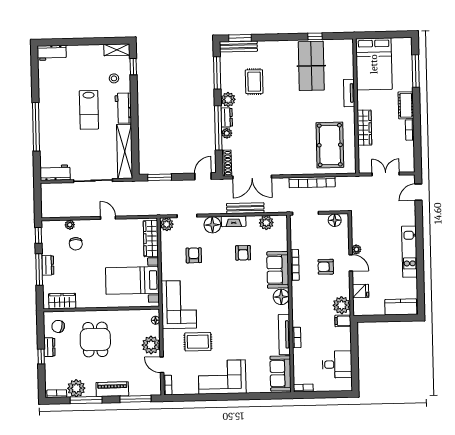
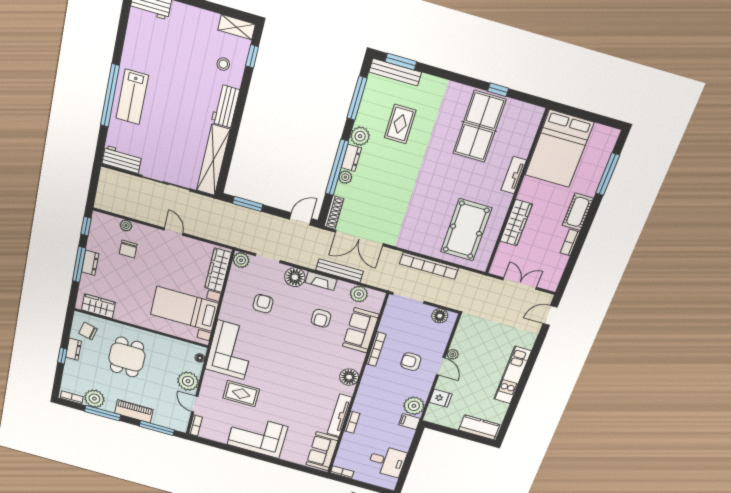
lab bench: (89, 110) -> (132, 97), moved
sofa: (278, 270) -> (361, 330), moved

